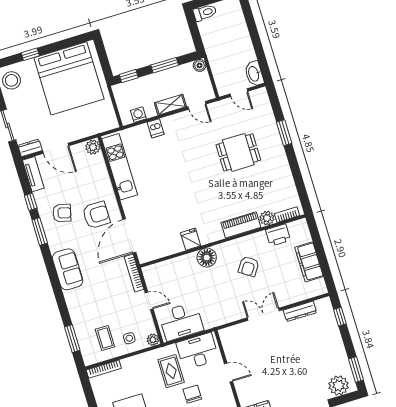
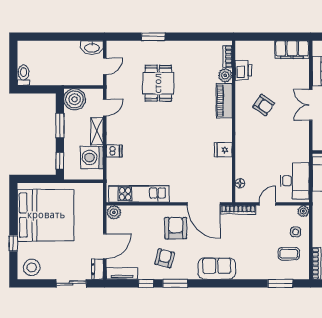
boiler: (200, 65) -> (75, 99), width x1.86, depth x1.86
washing machine: (138, 115) -> (92, 157), width x1.89, depth x1.89
floor lamp: (207, 258) -> (240, 183), moved, width x0.53, depth x0.53
filing cabinet: (309, 262) -> (292, 50), moved

